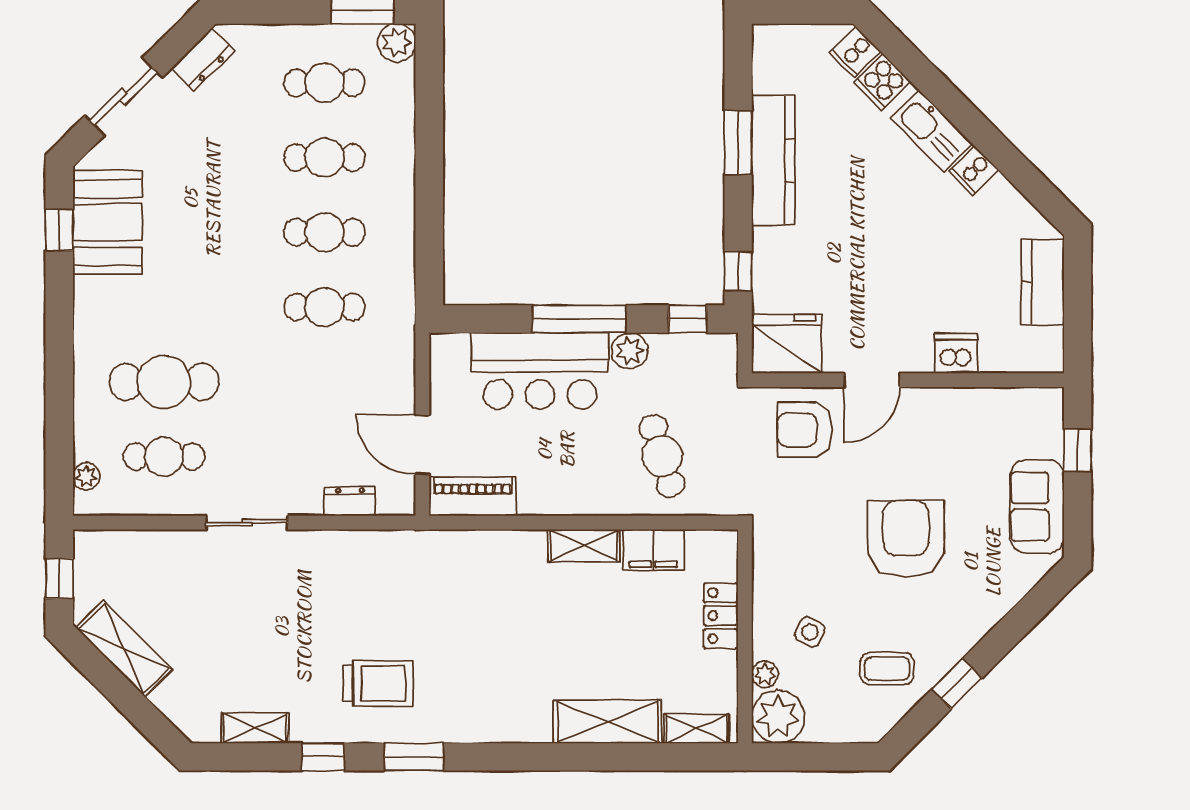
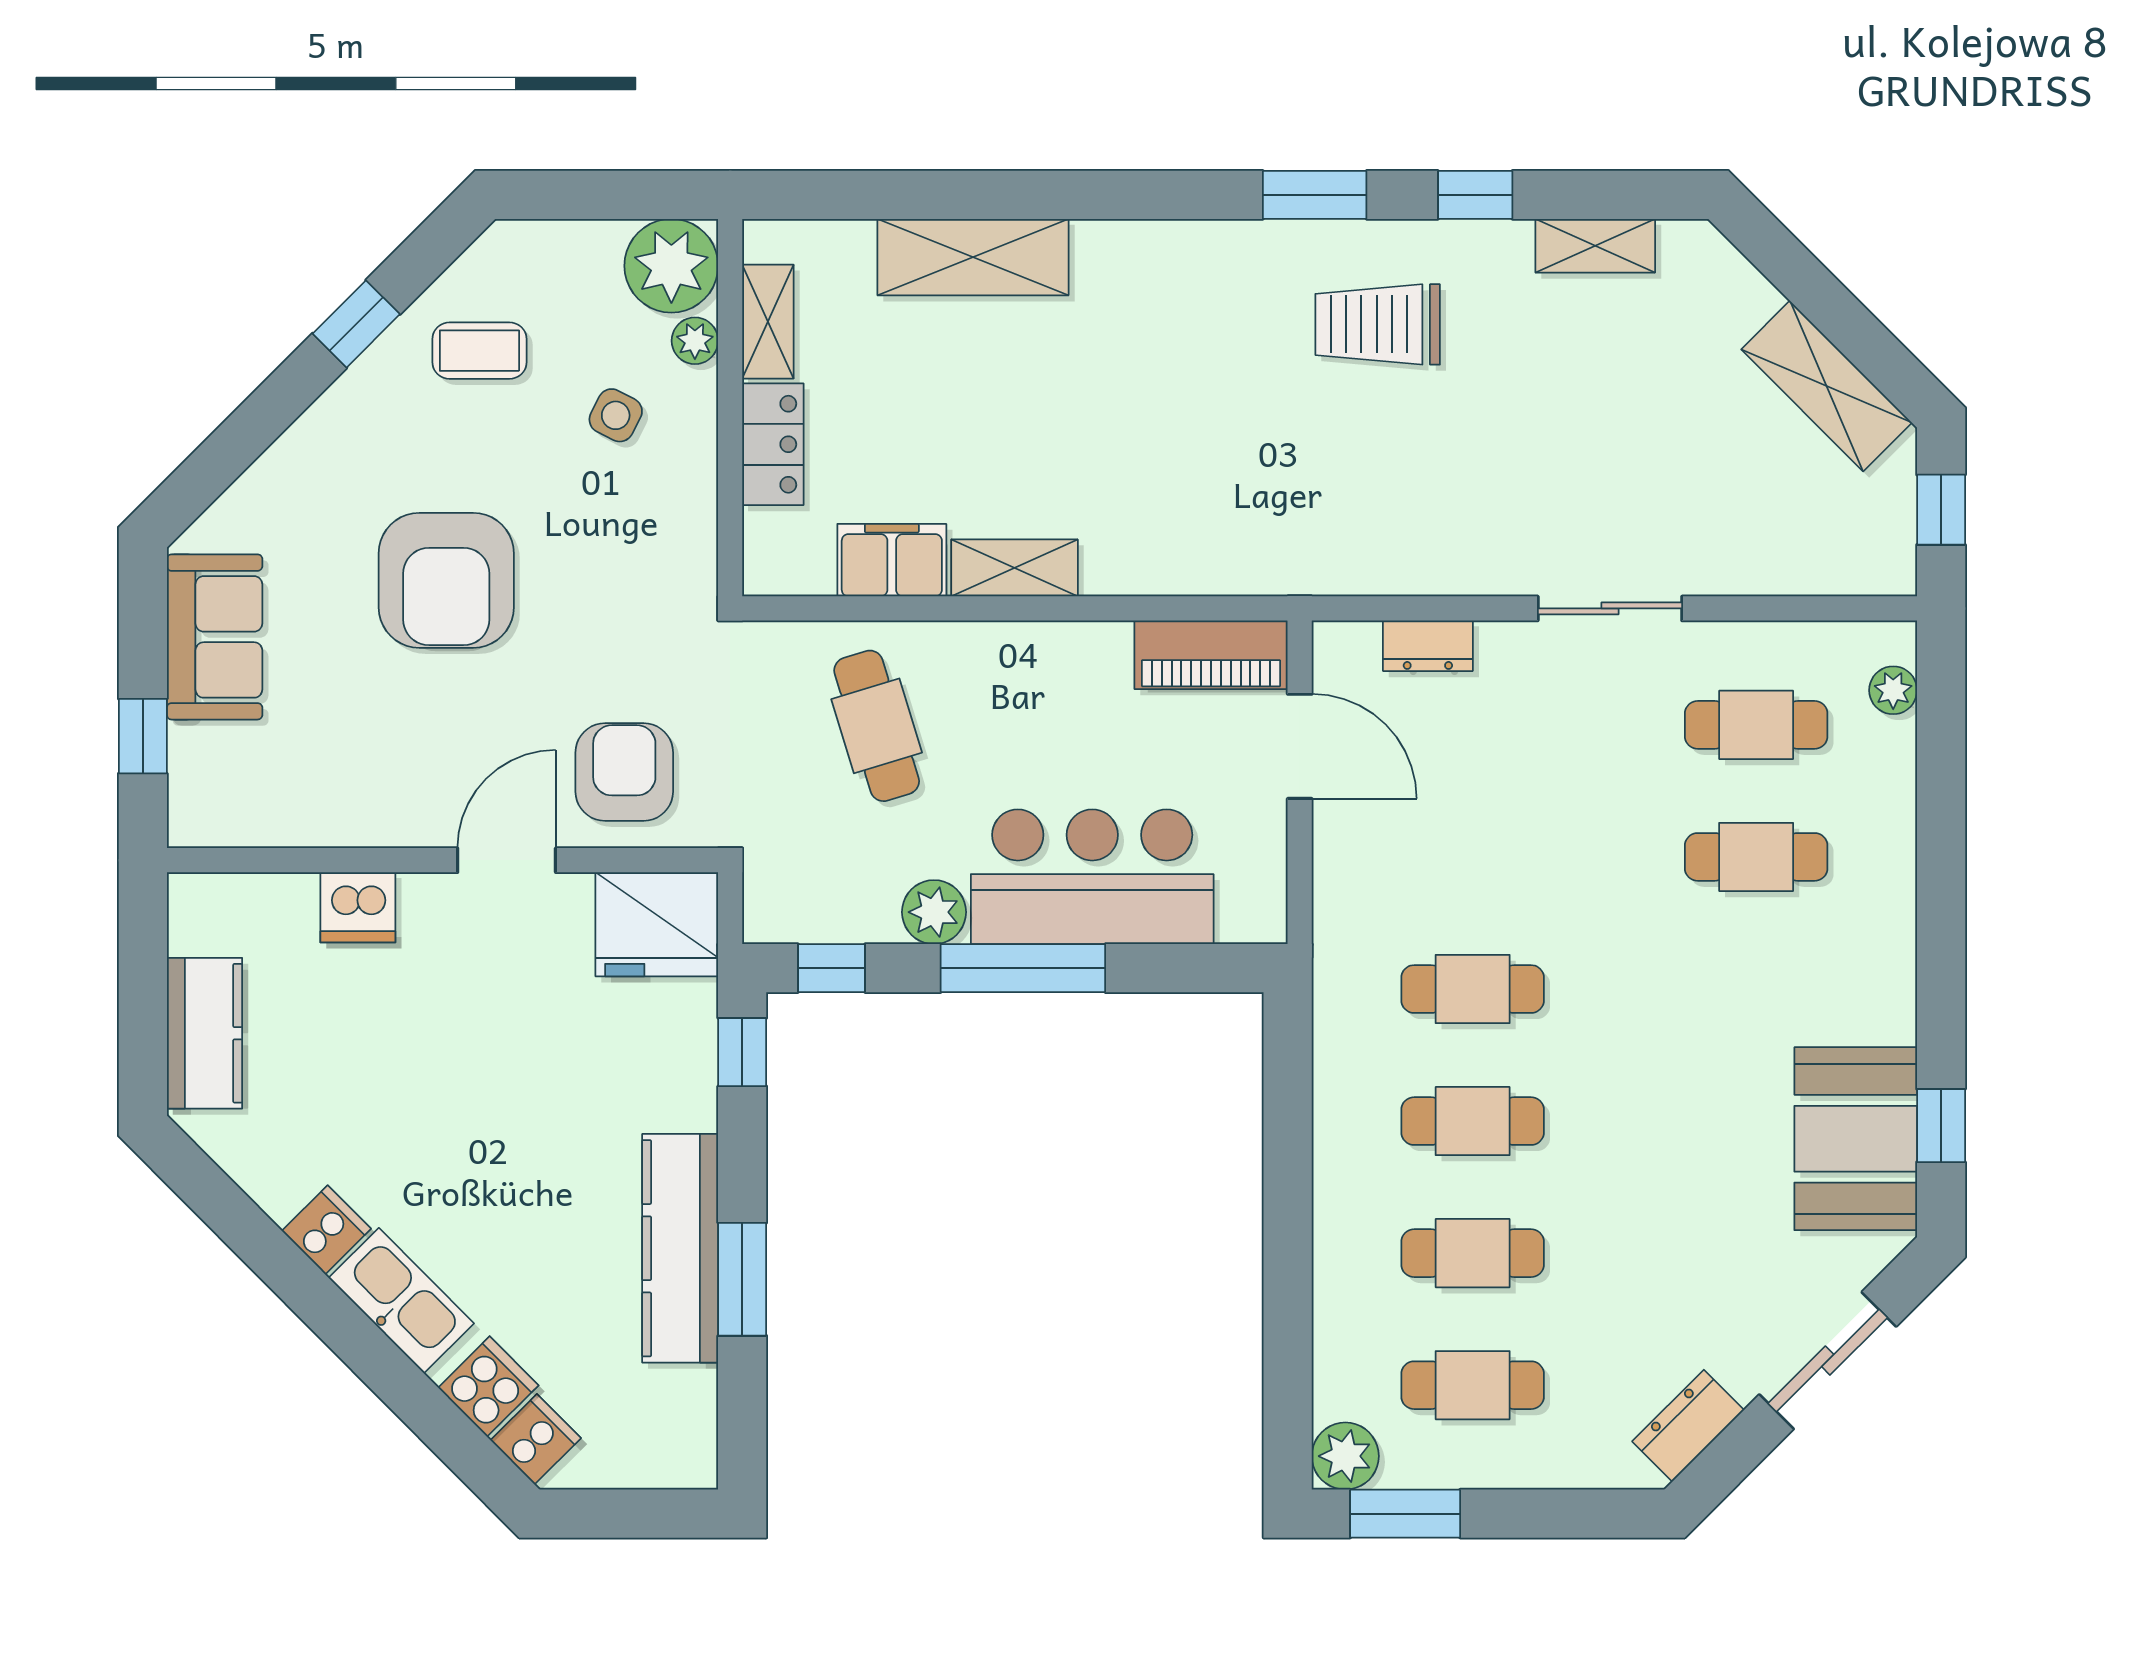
cafe table: (164, 382) -> (1756, 857), width x0.73, depth x0.74
armchair: (805, 430) -> (624, 772), turned -90
shelving: (697, 729) -> (768, 322), moved, turned 90

